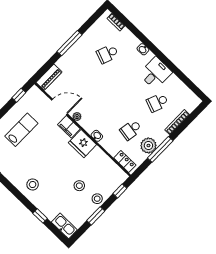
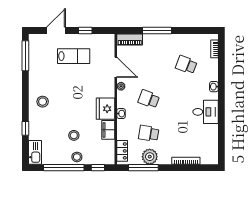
window: (69, 43) -> (157, 30), moved
window: (19, 95) -> (85, 30), moved
school desk: (157, 102) -> (149, 99), moved
filing cabinet: (69, 127) -> (108, 130), moved
window: (160, 149) -> (143, 168), moved
window: (96, 216) -> (64, 168), width x2.11

